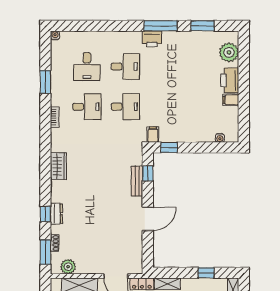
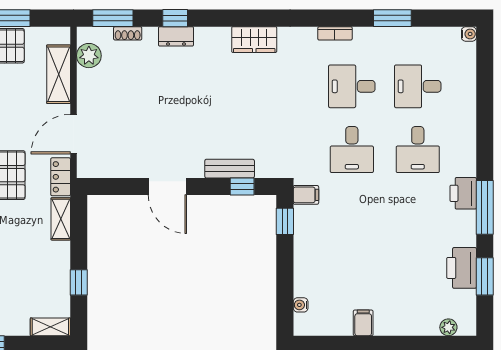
plant: (229, 52) -> (448, 327), width x0.53, depth x0.53
printer: (230, 80) -> (462, 268), moved, turned -90
desk: (87, 107) -> (352, 86), turned 90

